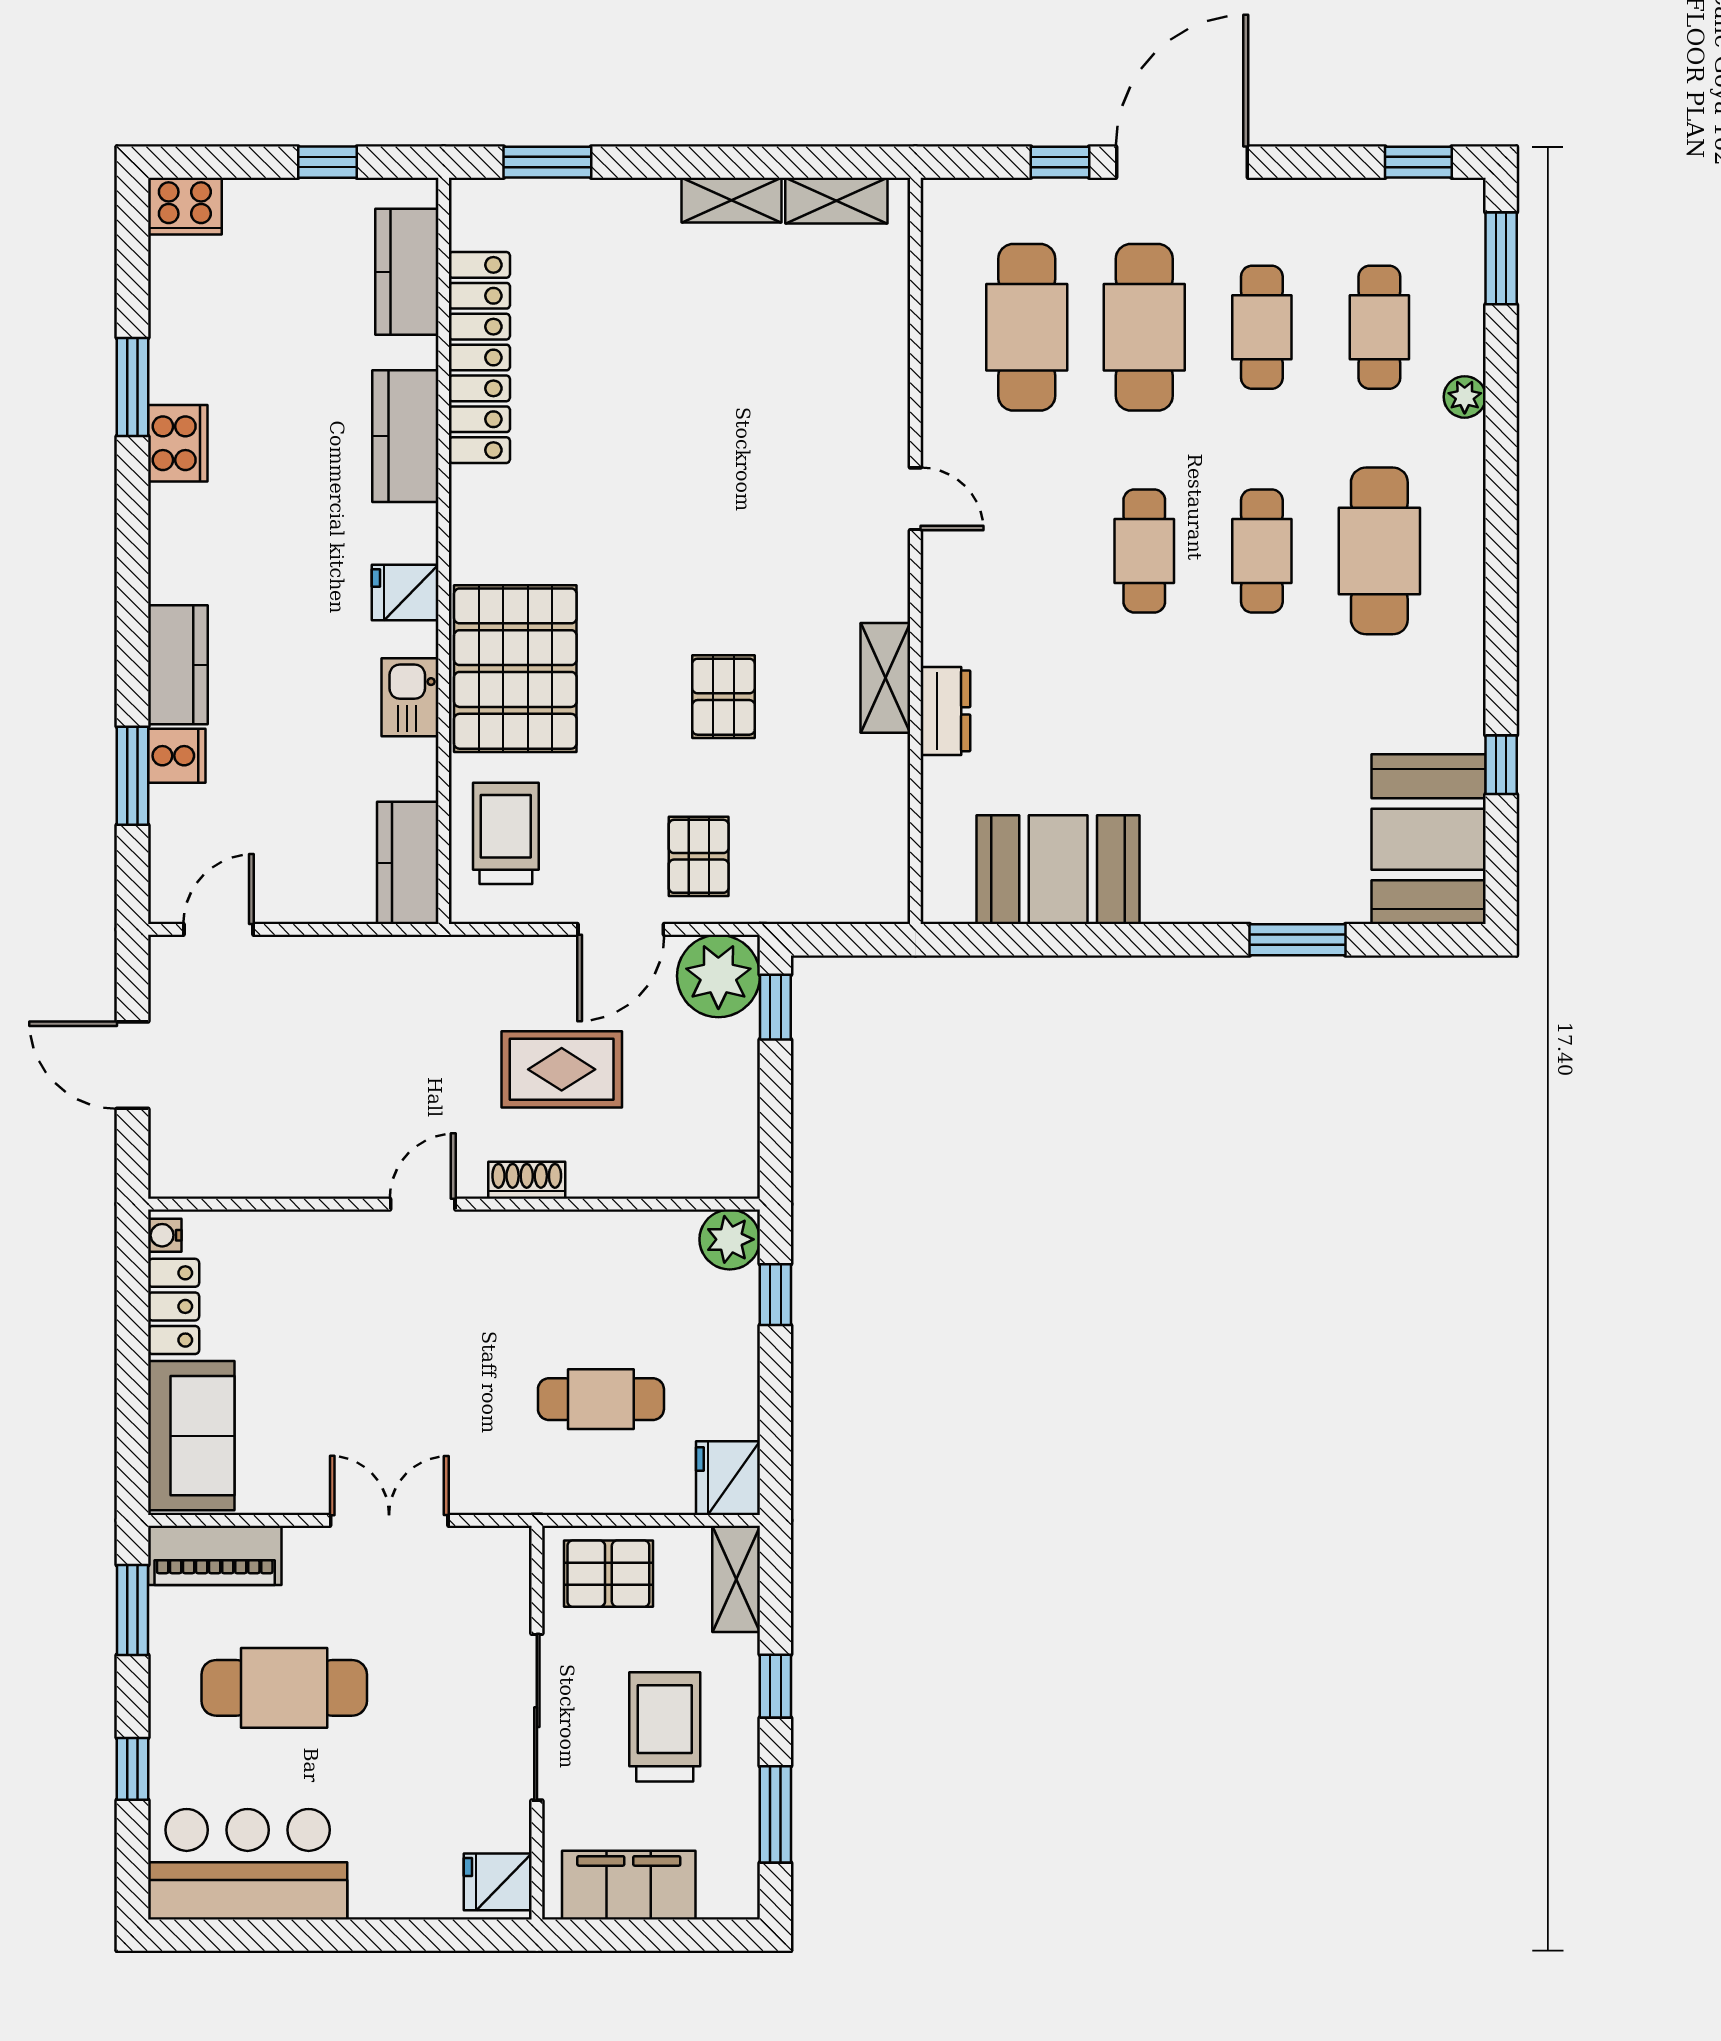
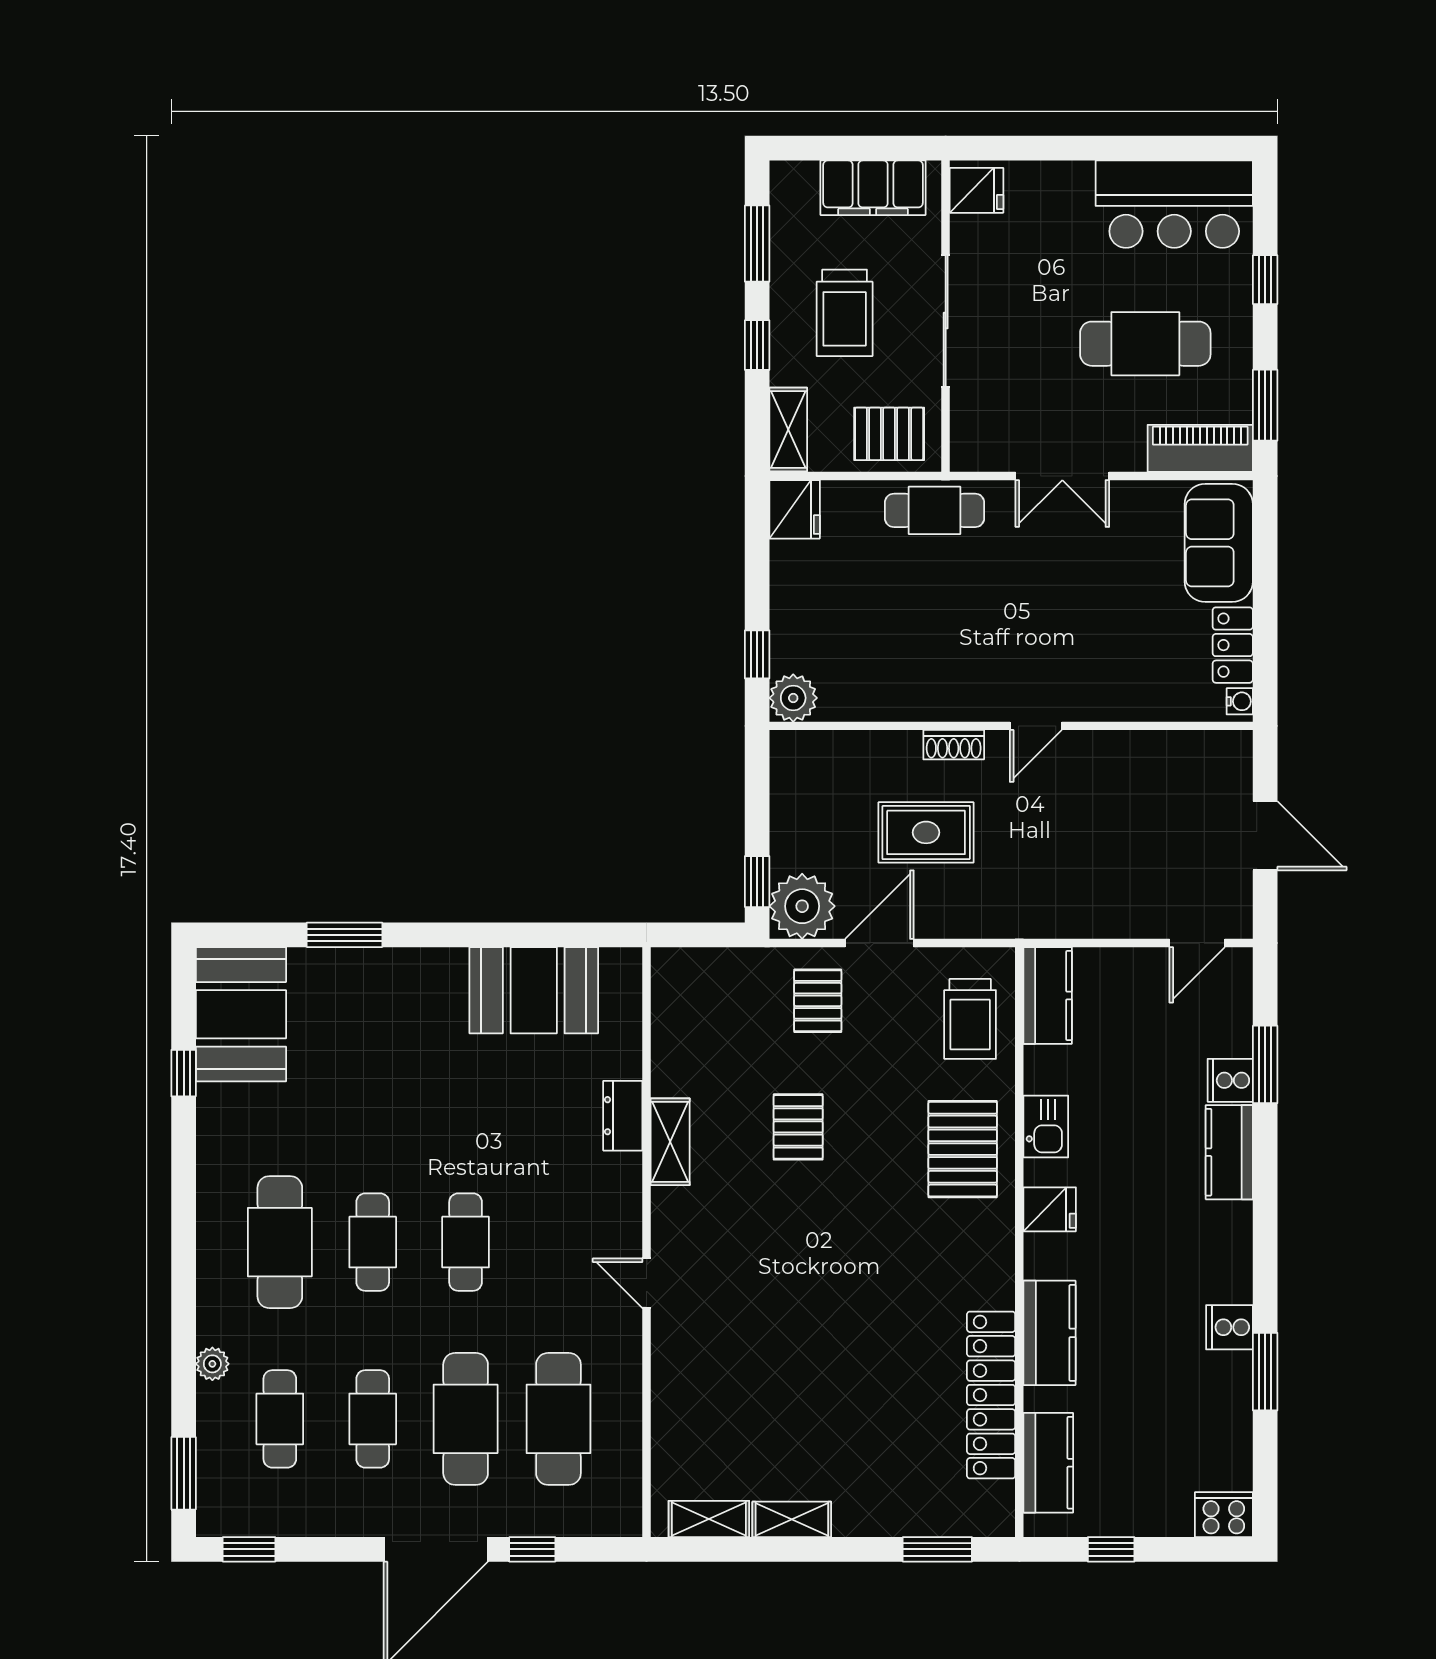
cooker: (178, 443) -> (1229, 1327), width x0.73
pallet: (515, 669) -> (963, 1149), width x0.73, depth x0.71
cafe table: (601, 1399) -> (935, 510), moved

